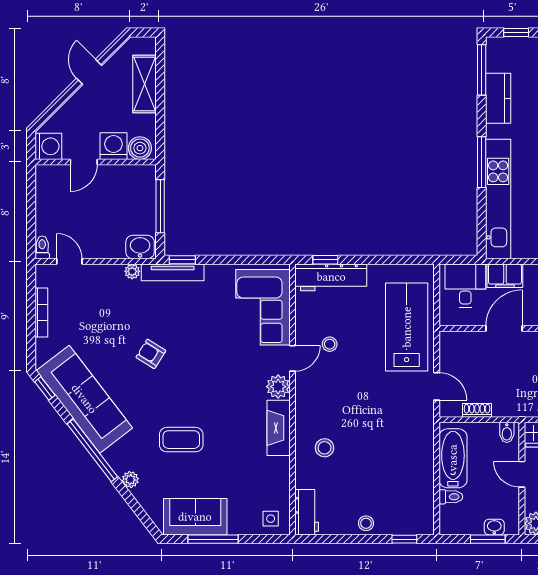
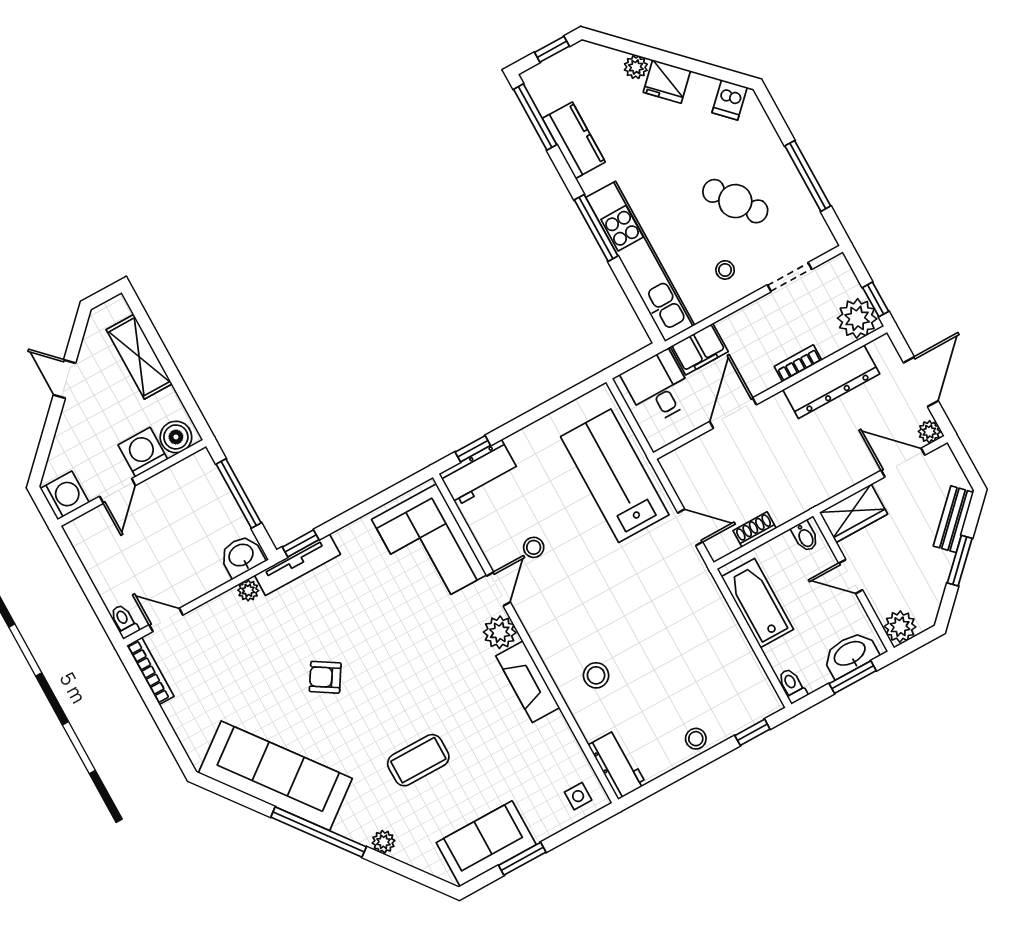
workbench: (331, 277) -> (479, 473), width x0.73
bookcase: (41, 313) -> (150, 671), moved
window: (45, 388) -> (220, 789), removed
toilet: (451, 497) -> (792, 686), moved, turned -90
washbasin: (494, 527) -> (850, 654), width x1.91, depth x1.45
window: (213, 539) -> (522, 859), width x0.69

